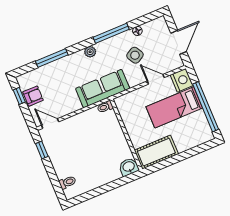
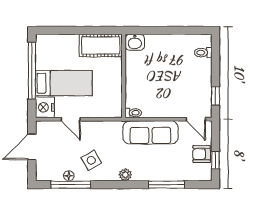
window: (111, 33) -> (71, 185), moved
side table: (135, 55) -> (91, 160), moved
sofa: (103, 89) -> (150, 132), moved

